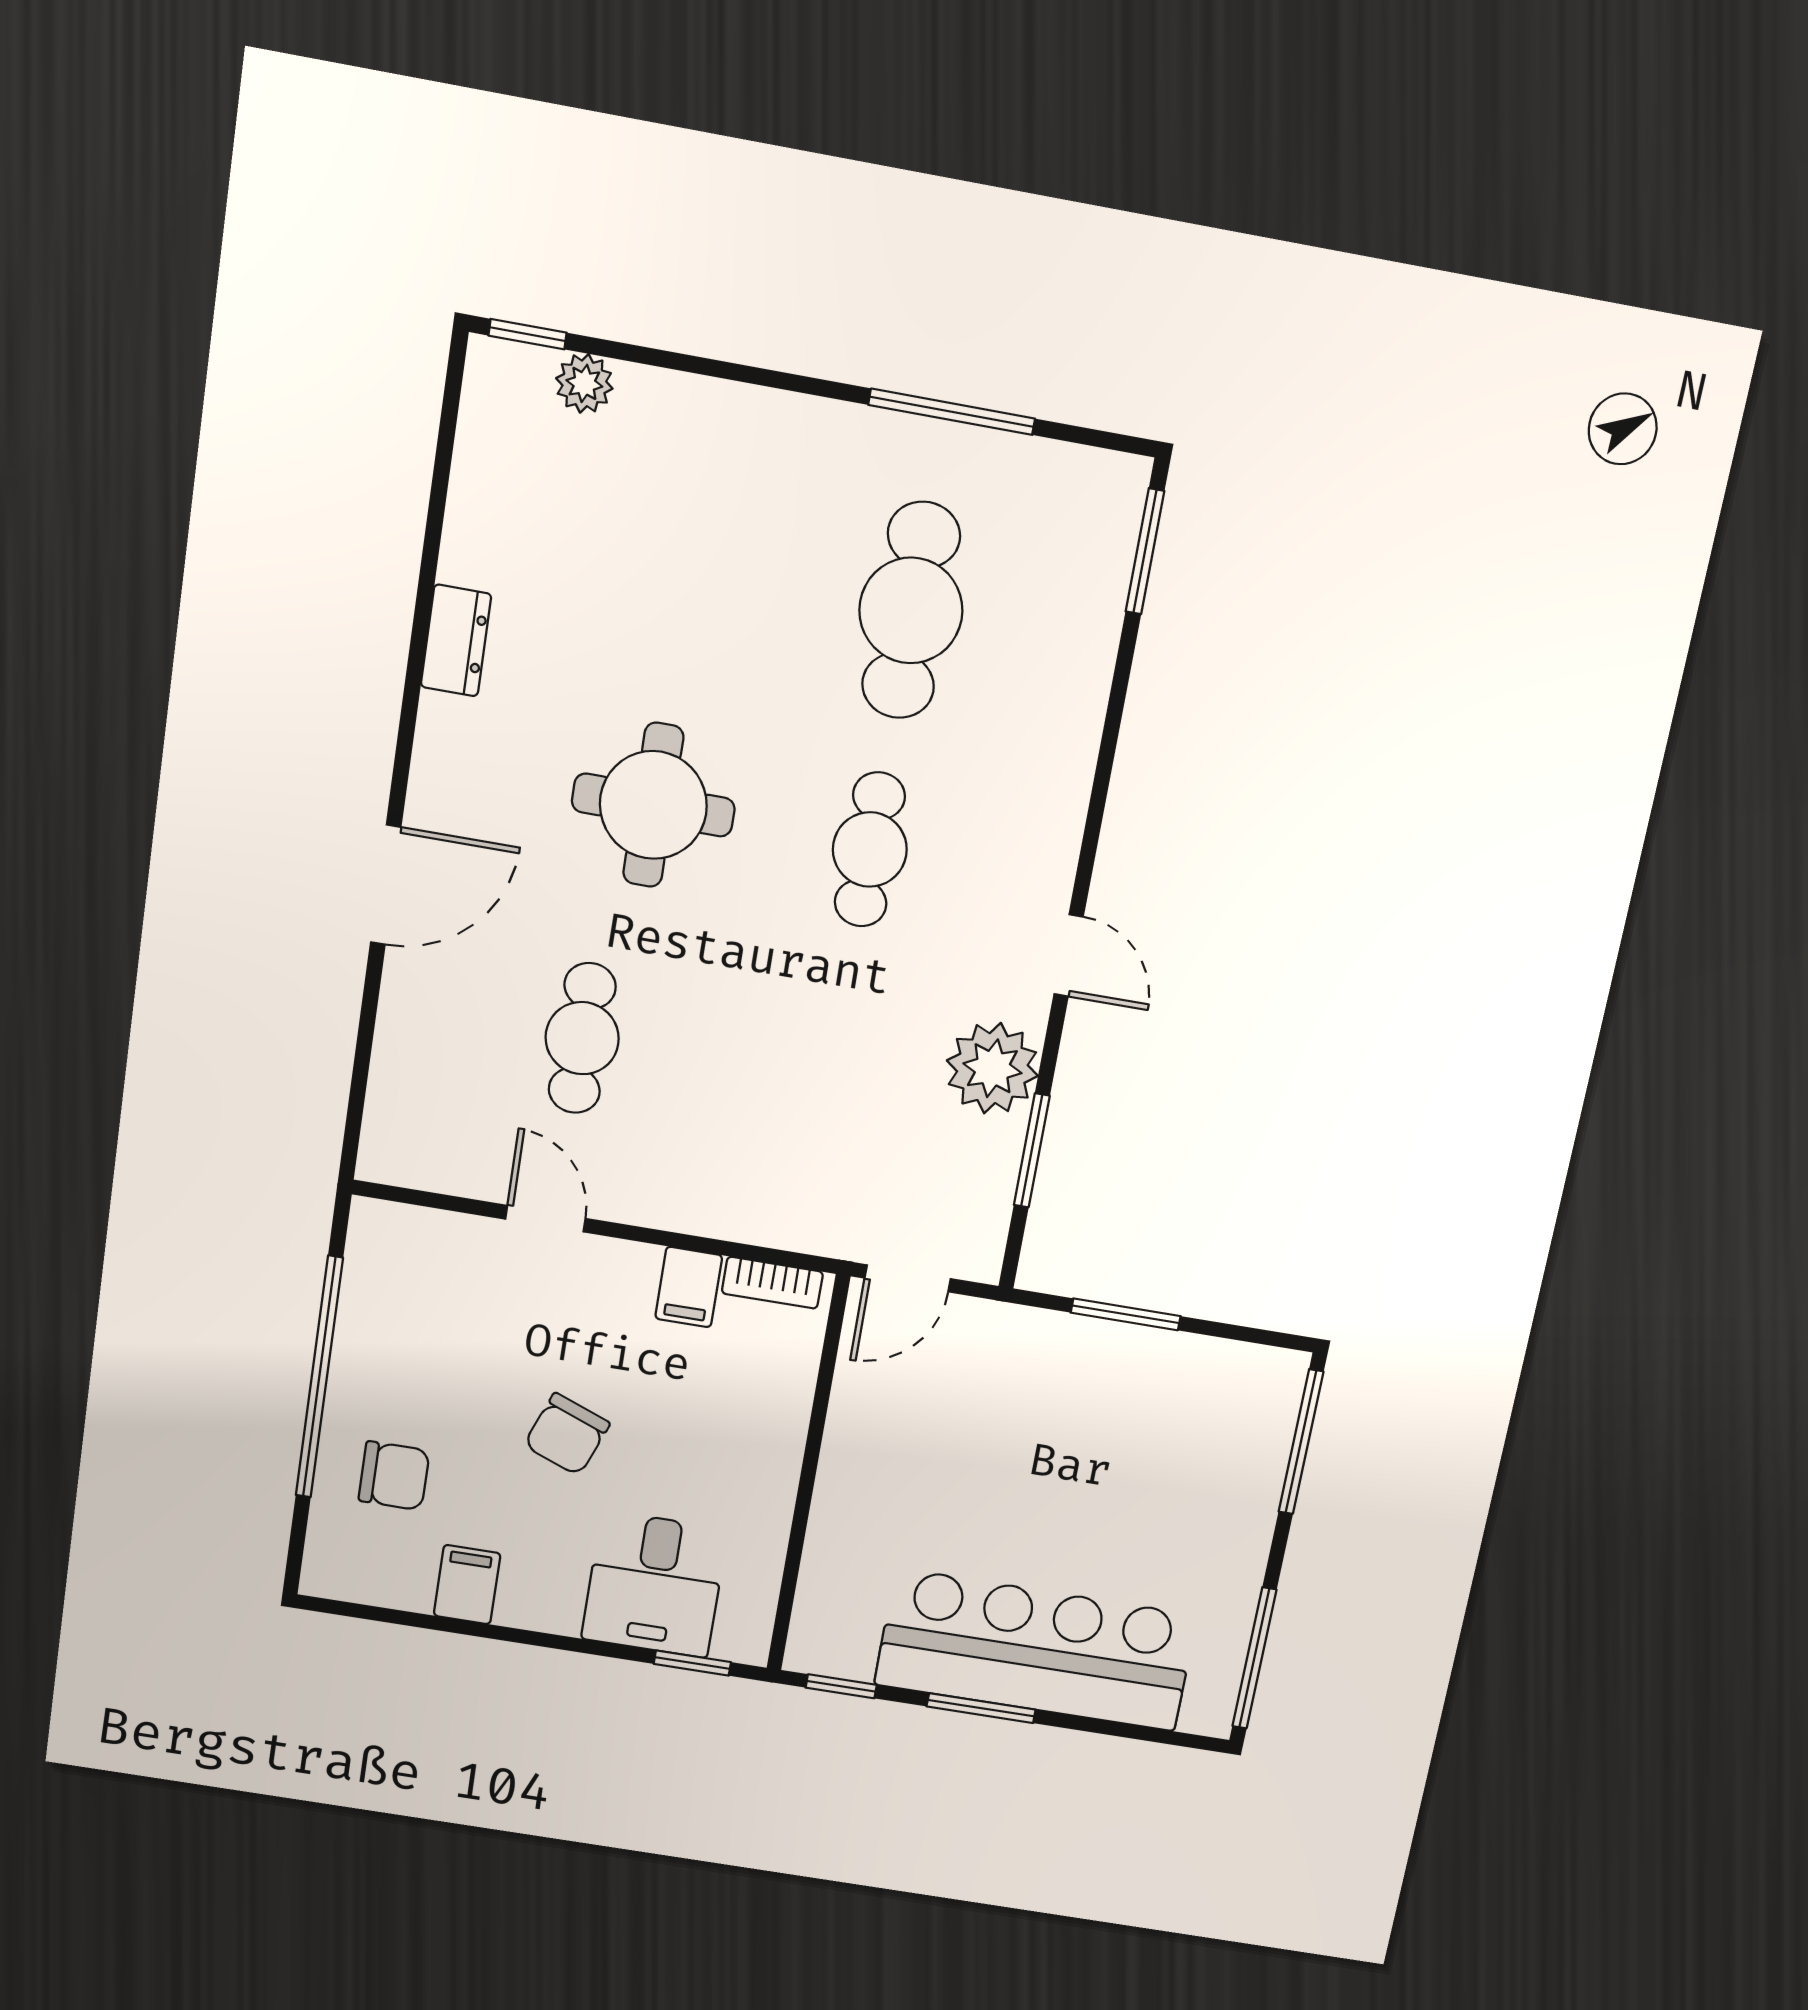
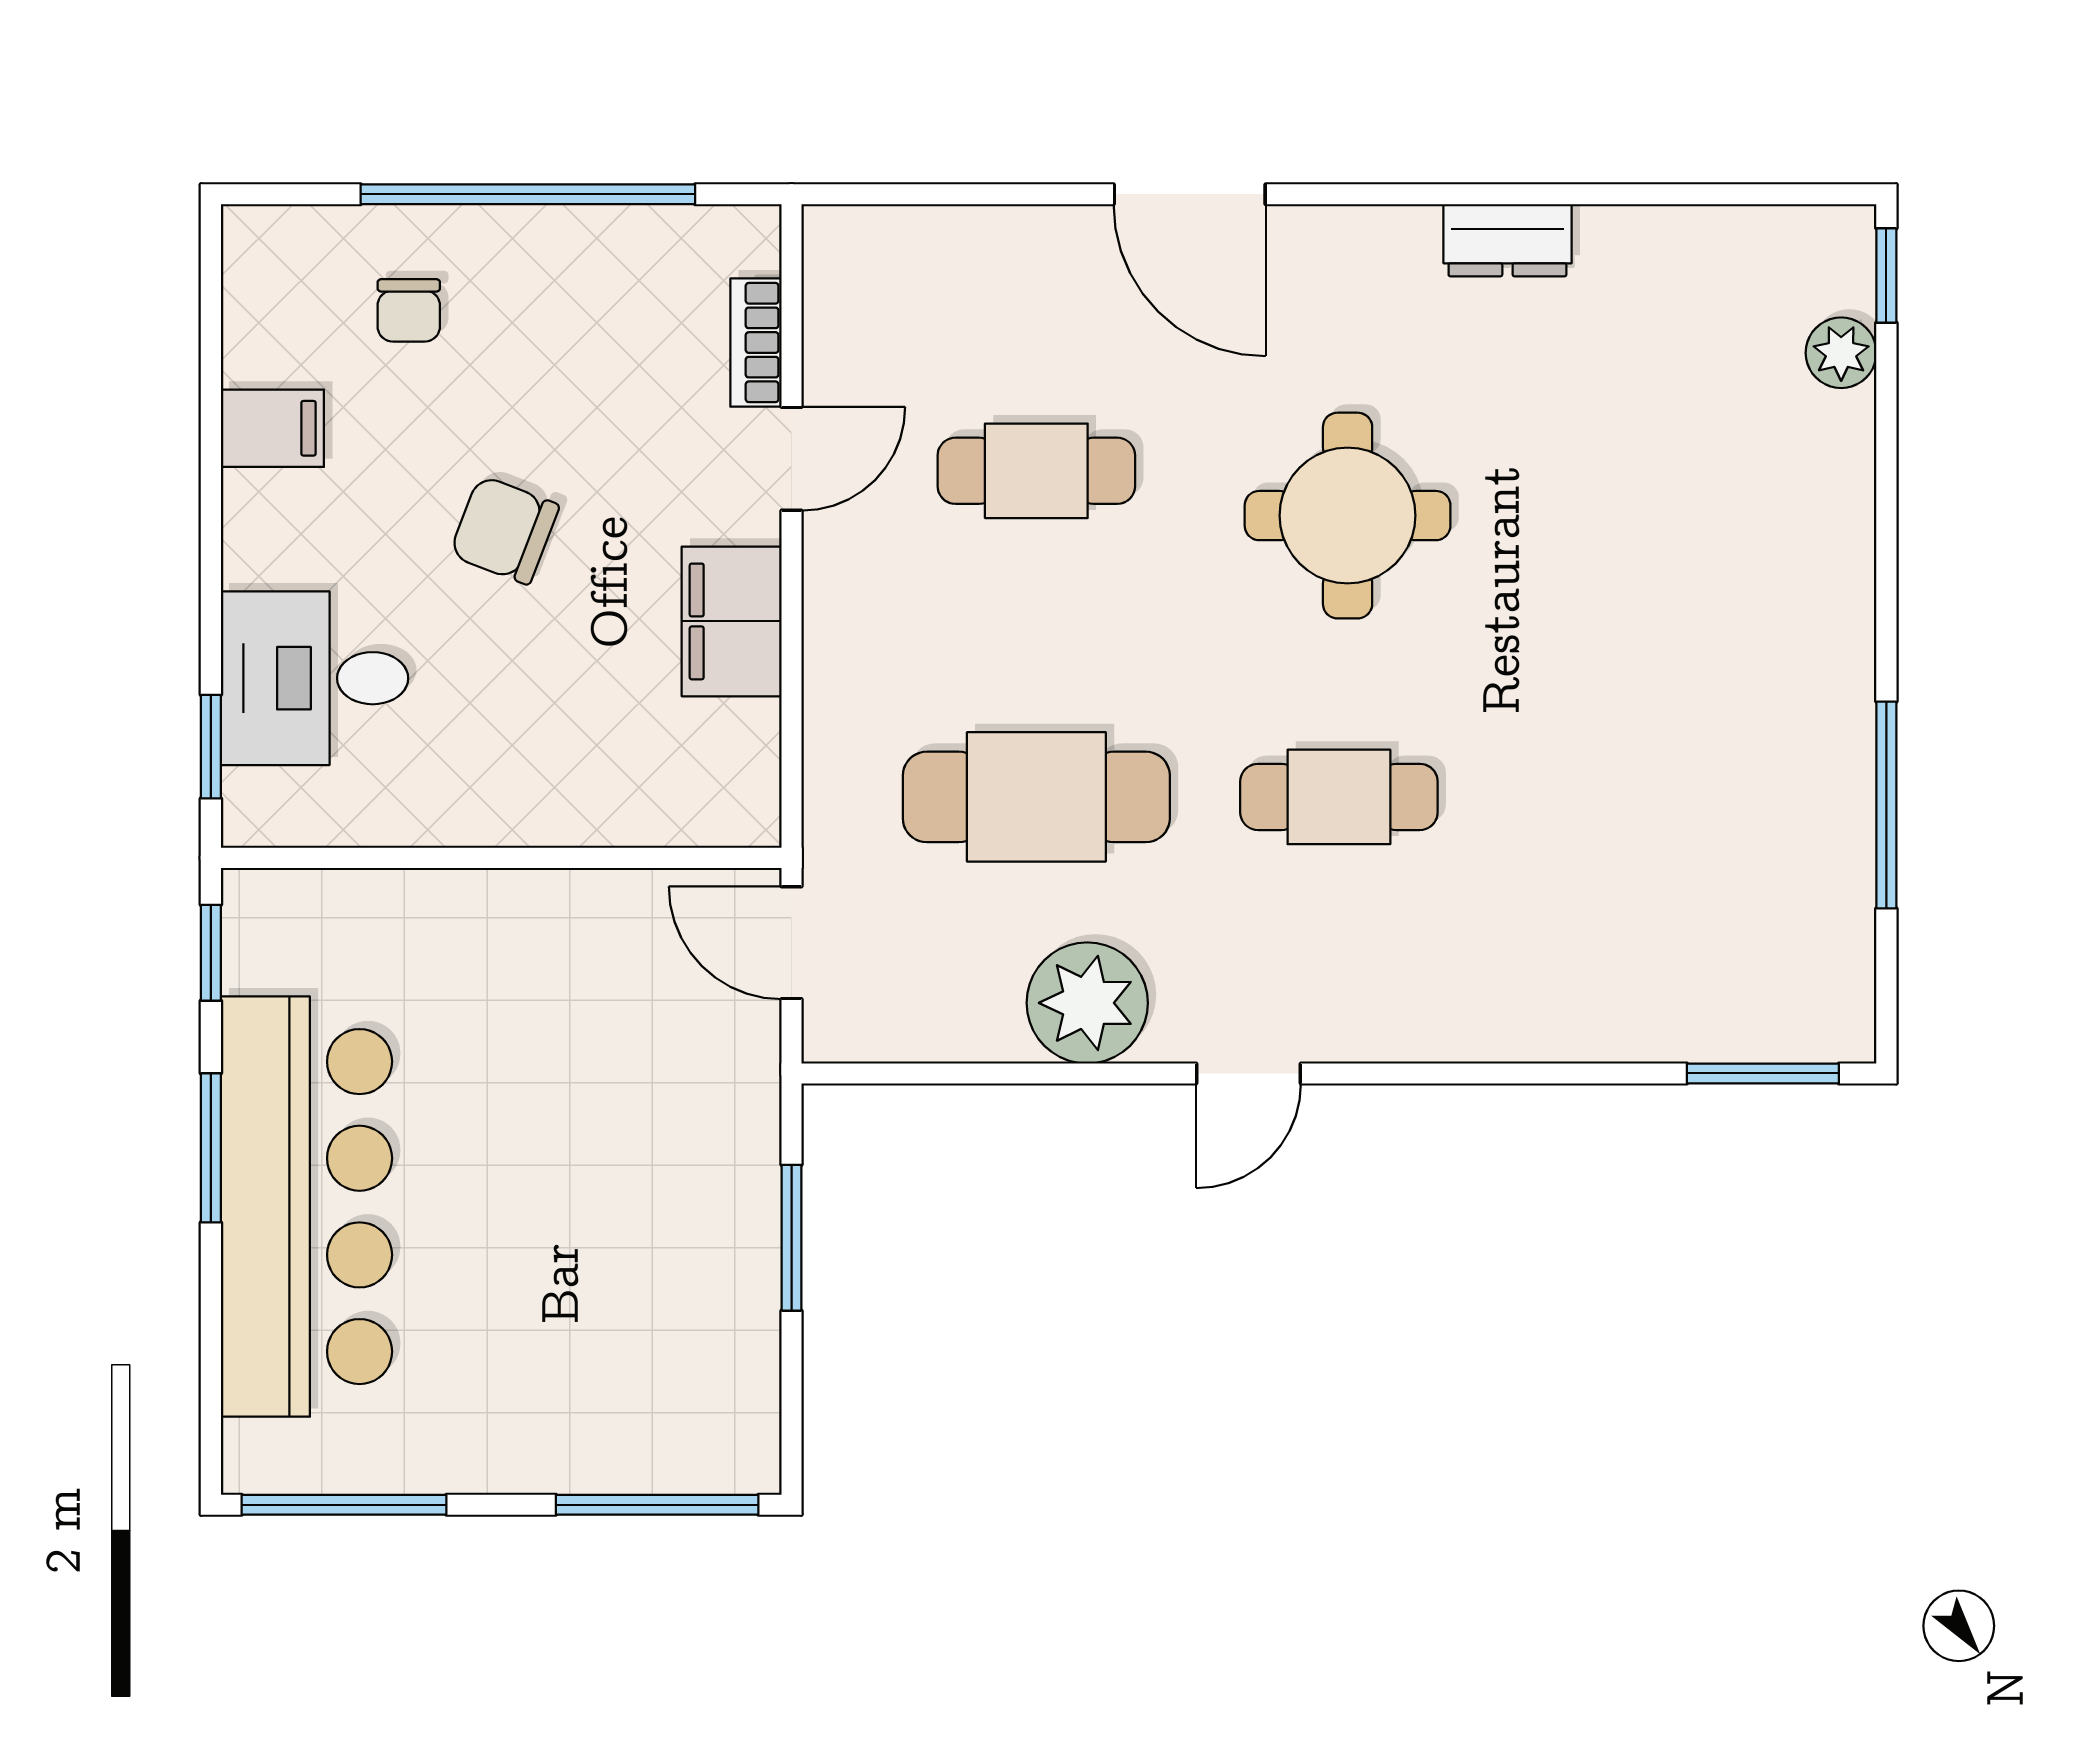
cafe table: (911, 610) -> (1036, 797), moved
window: (1032, 1151) -> (989, 1073), removed
bookcase: (772, 1283) -> (756, 343), moved
filing cabinet: (689, 1287) -> (732, 621), width x2.00
chair: (394, 1476) -> (409, 310), width x0.73, depth x0.73

